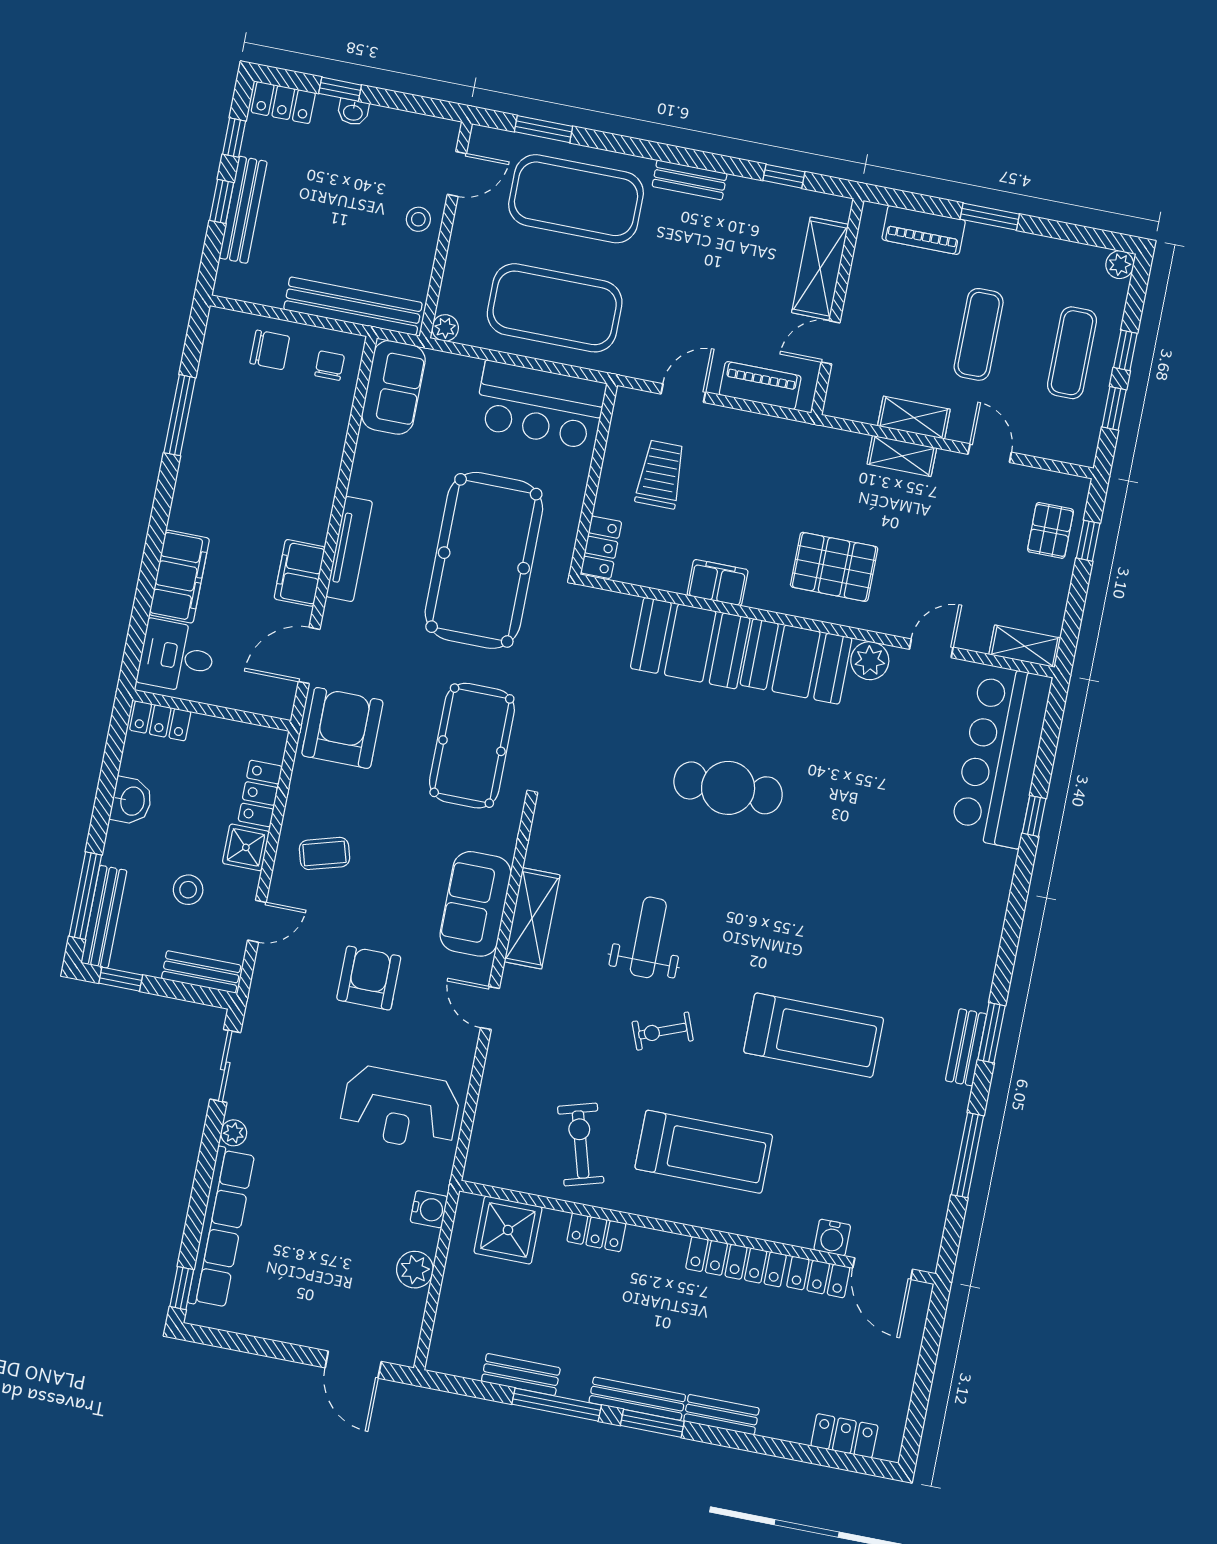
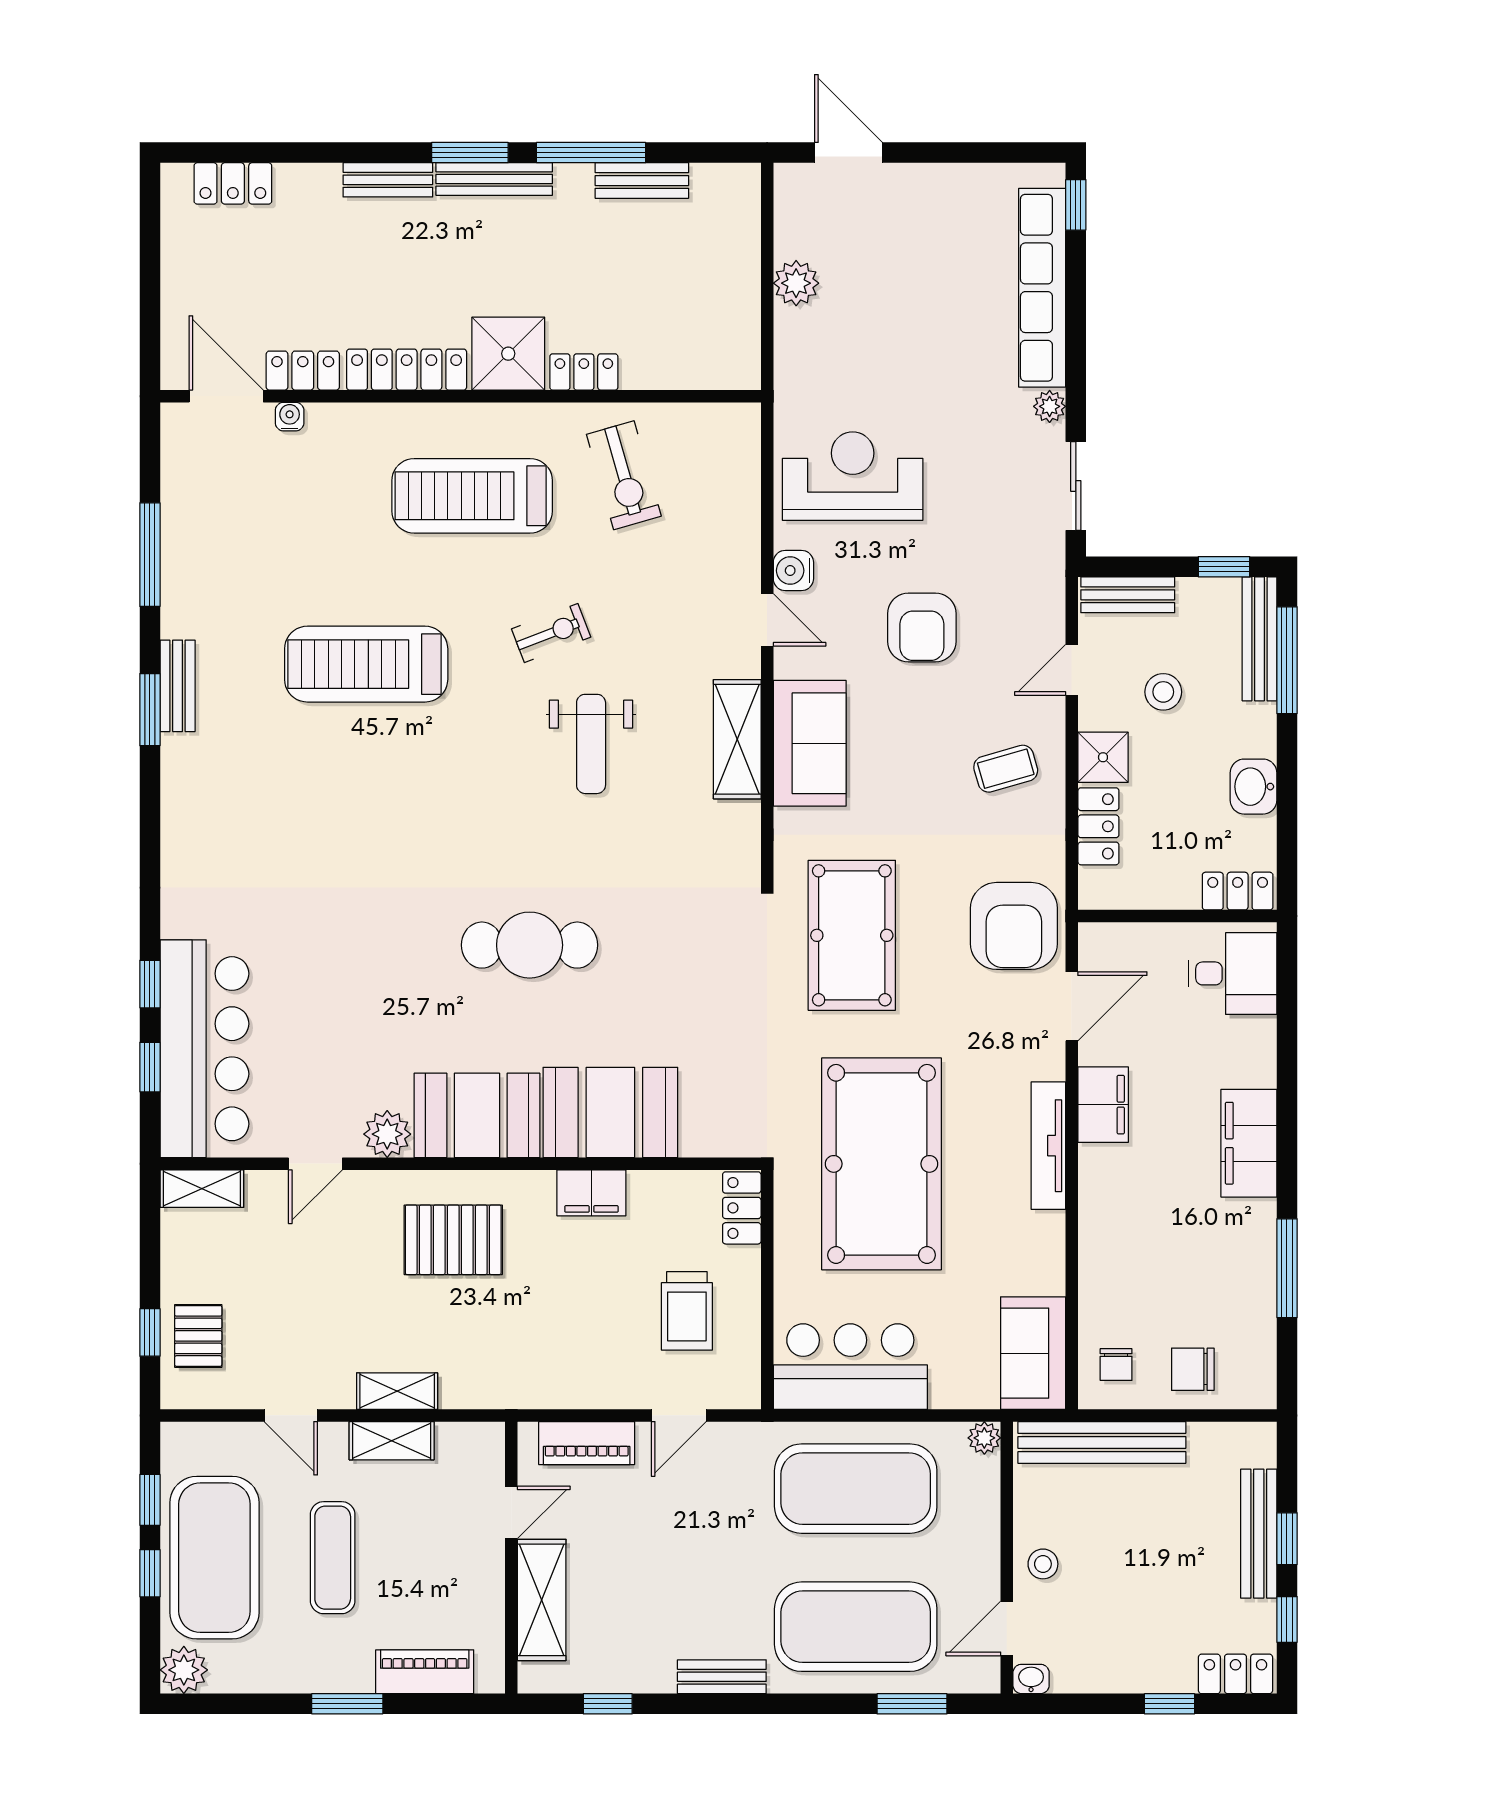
washbasin: (353, 112) -> (1031, 1679), moved
plant: (1120, 265) -> (184, 1670), width x1.38, depth x1.38
exercise mat: (1072, 353) -> (214, 1558), width x2.00, depth x1.45
filing cabinet: (179, 577) -> (1249, 1143), moved
window: (1047, 750) -> (150, 1067), added
water cooler: (429, 1209) -> (793, 571), moved
shower: (508, 1230) -> (508, 354), moved
water cooler: (832, 1237) -> (290, 417), width x0.72, depth x0.72

